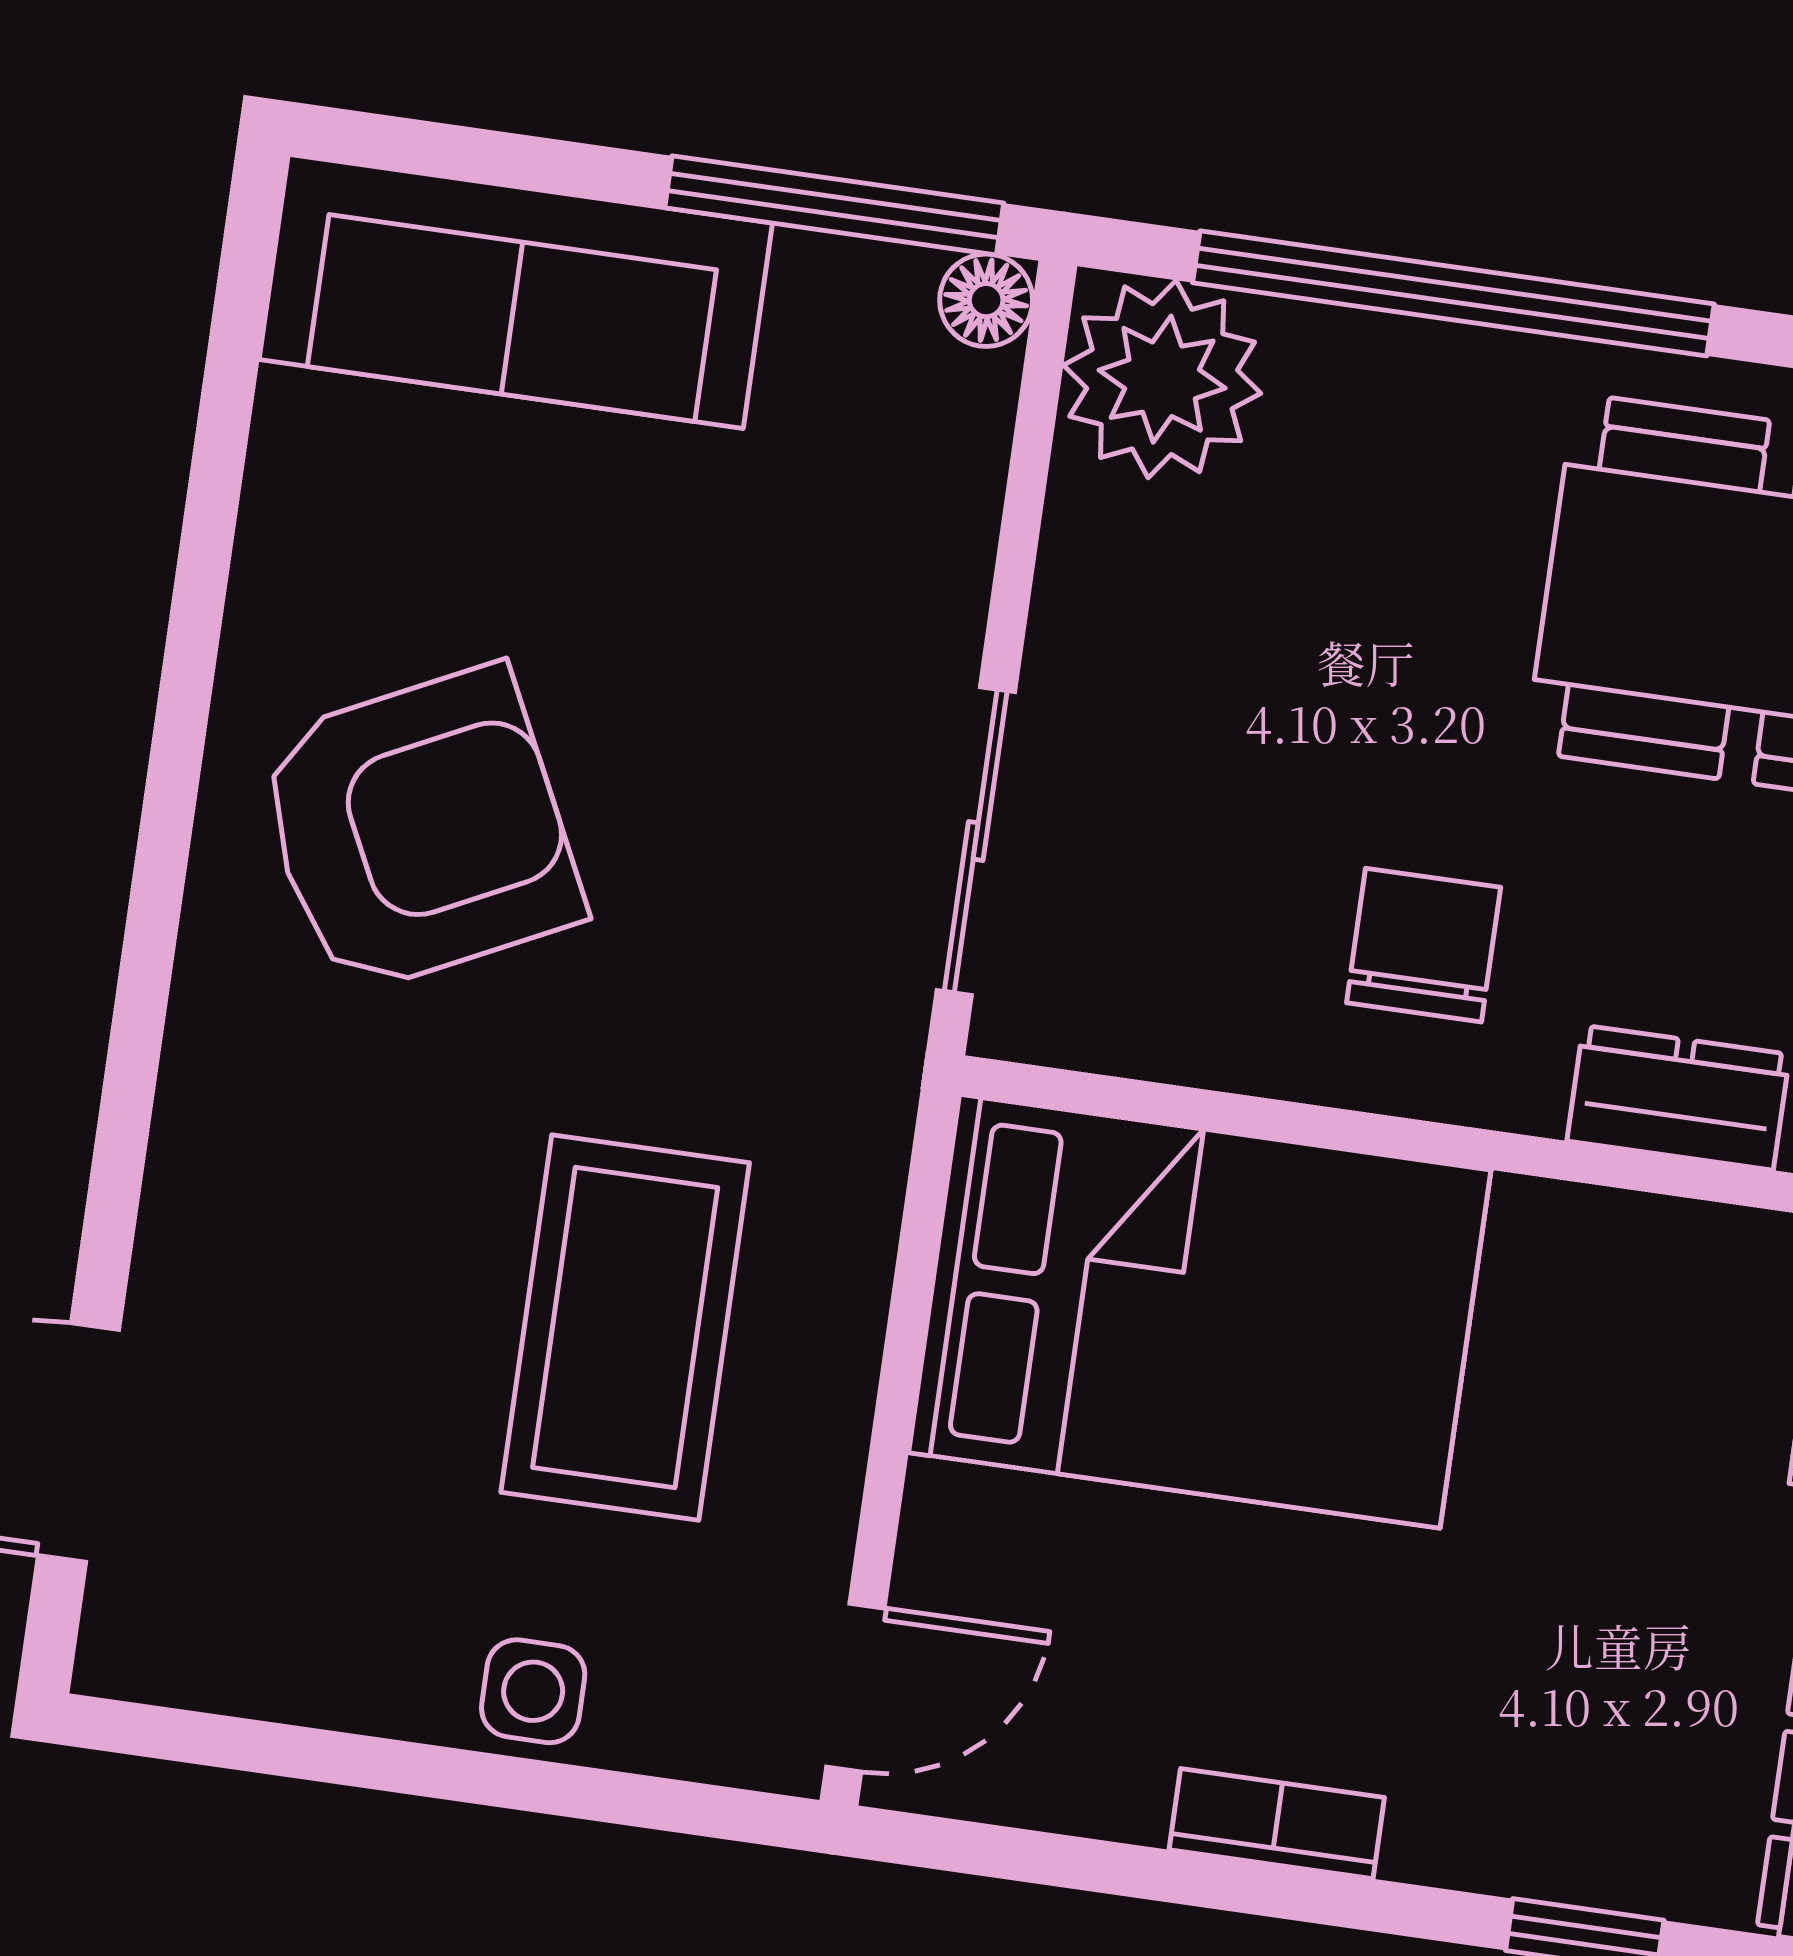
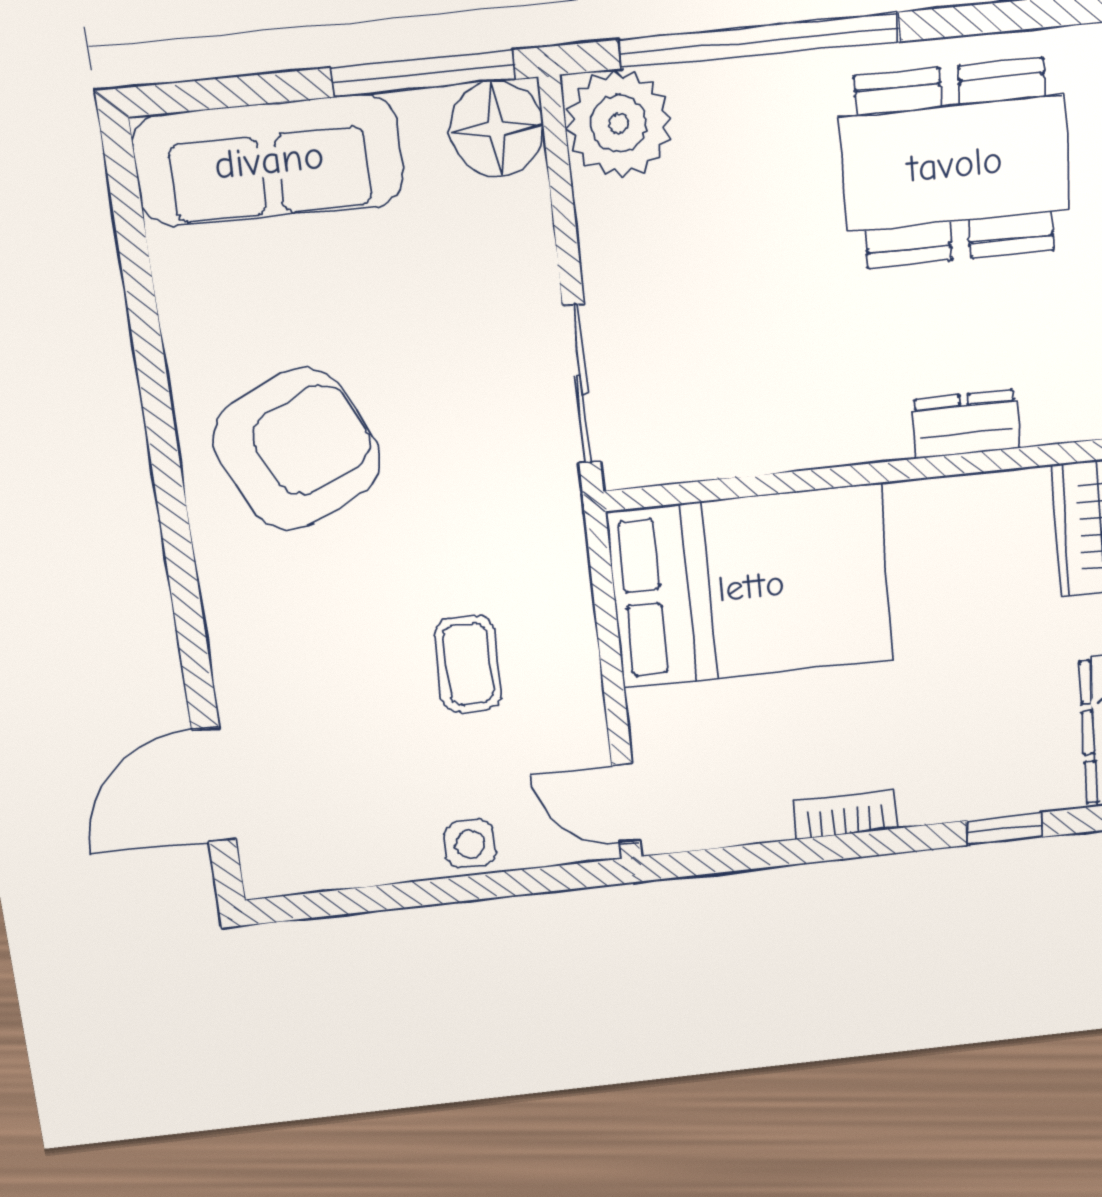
floor lamp: (986, 300) -> (497, 129), width x1.89, depth x1.89
chair: (1424, 945) -> (821, 380), removed
coffee table: (625, 1327) -> (468, 664), width x0.54, depth x0.58
door: (855, 1687) -> (626, 804), swing flipped

